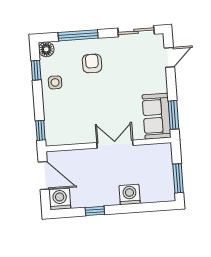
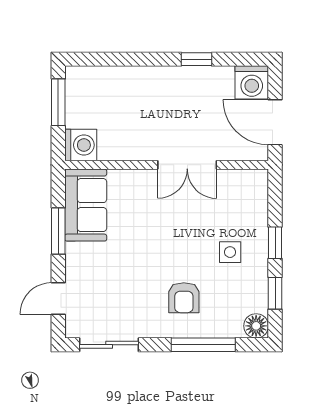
side table: (55, 82) -> (230, 252), moved
window: (174, 115) -> (58, 231), moved
window: (40, 130) -> (275, 243), moved
double door: (115, 144) -> (187, 165), moved
washing machine: (130, 194) -> (81, 145), moved, turned -90

